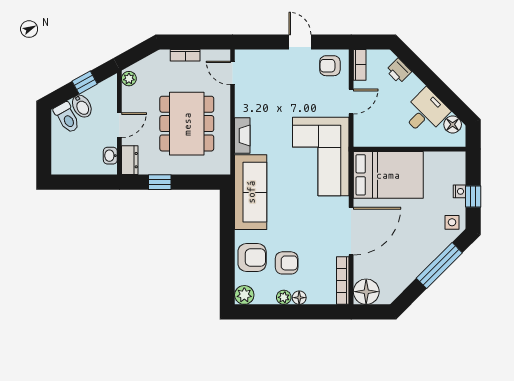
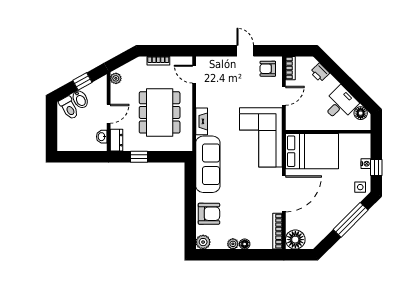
armchair: (287, 263) -> (235, 218), removed

